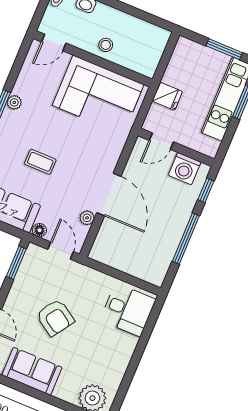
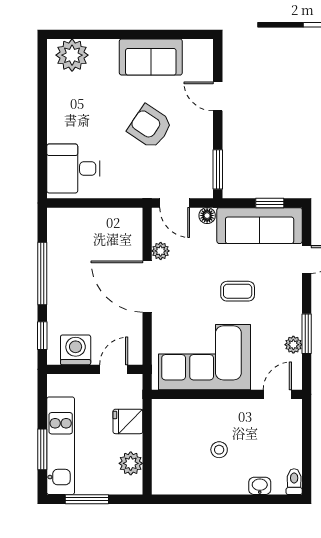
door: (54, 43) -> (277, 394), moved
wall: (93, 59) -> (227, 394), moved
plant: (179, 63) -> (131, 463), added
corner sofa: (98, 95) -> (205, 357), moved

